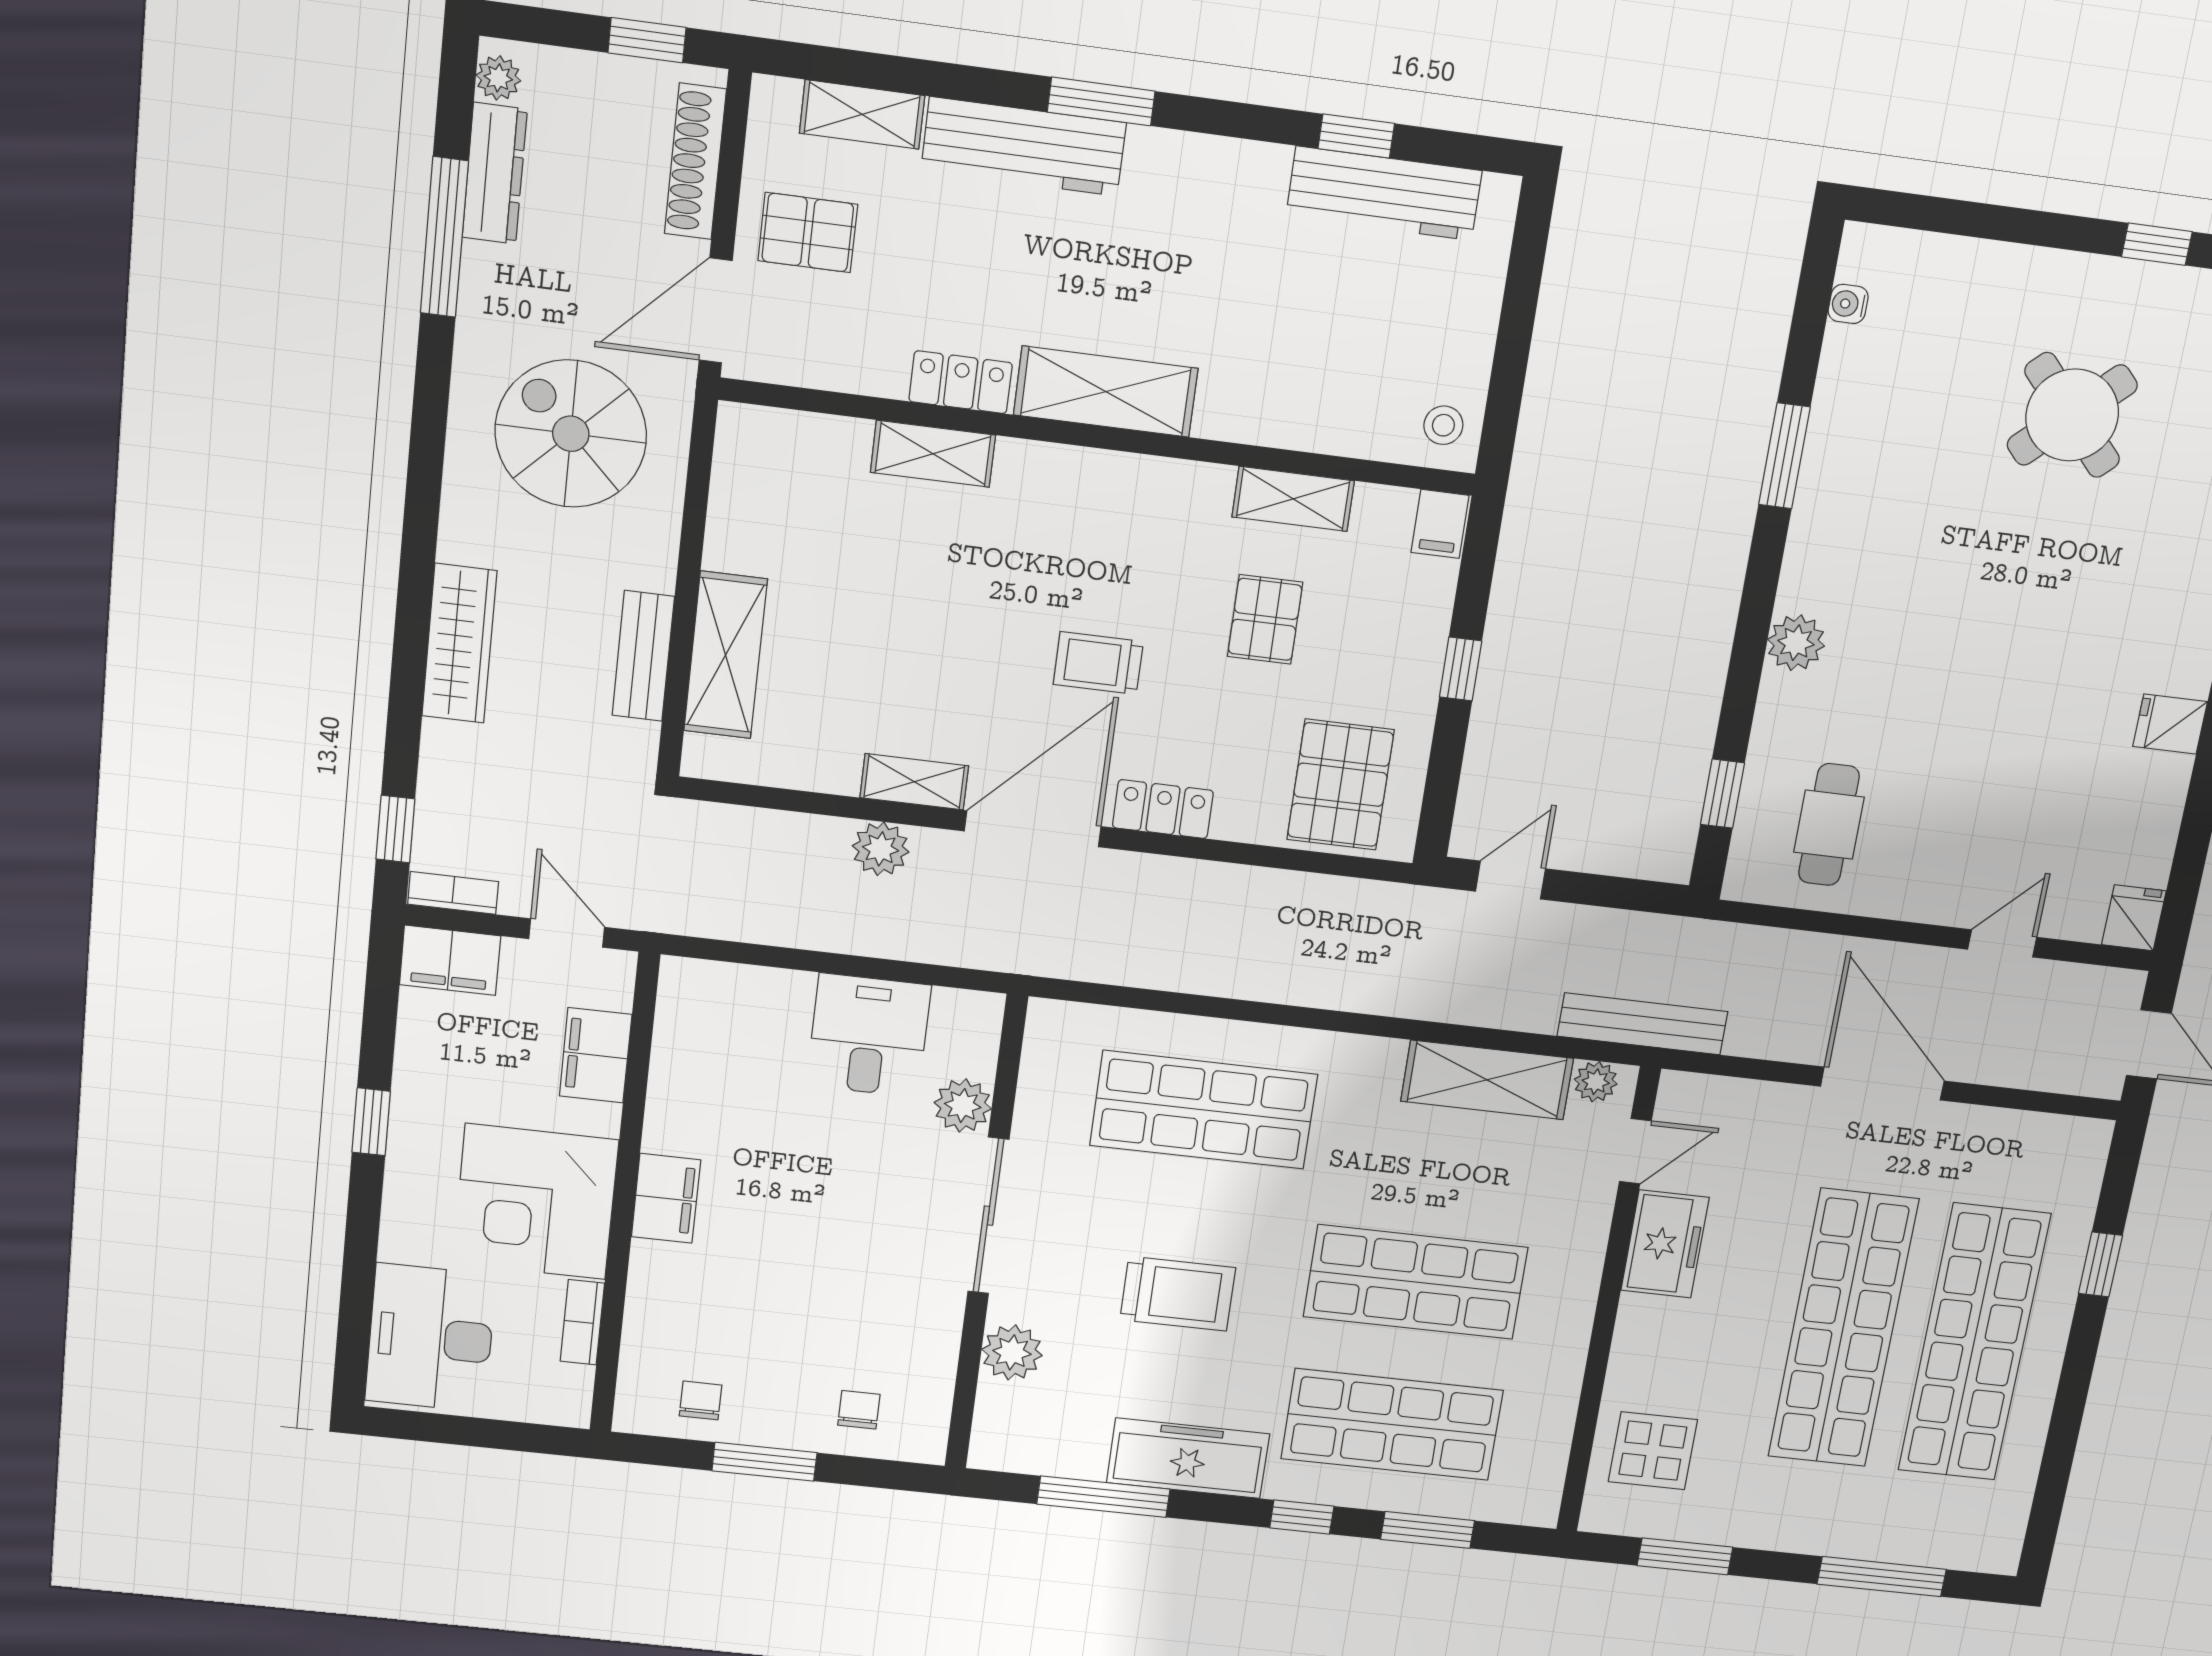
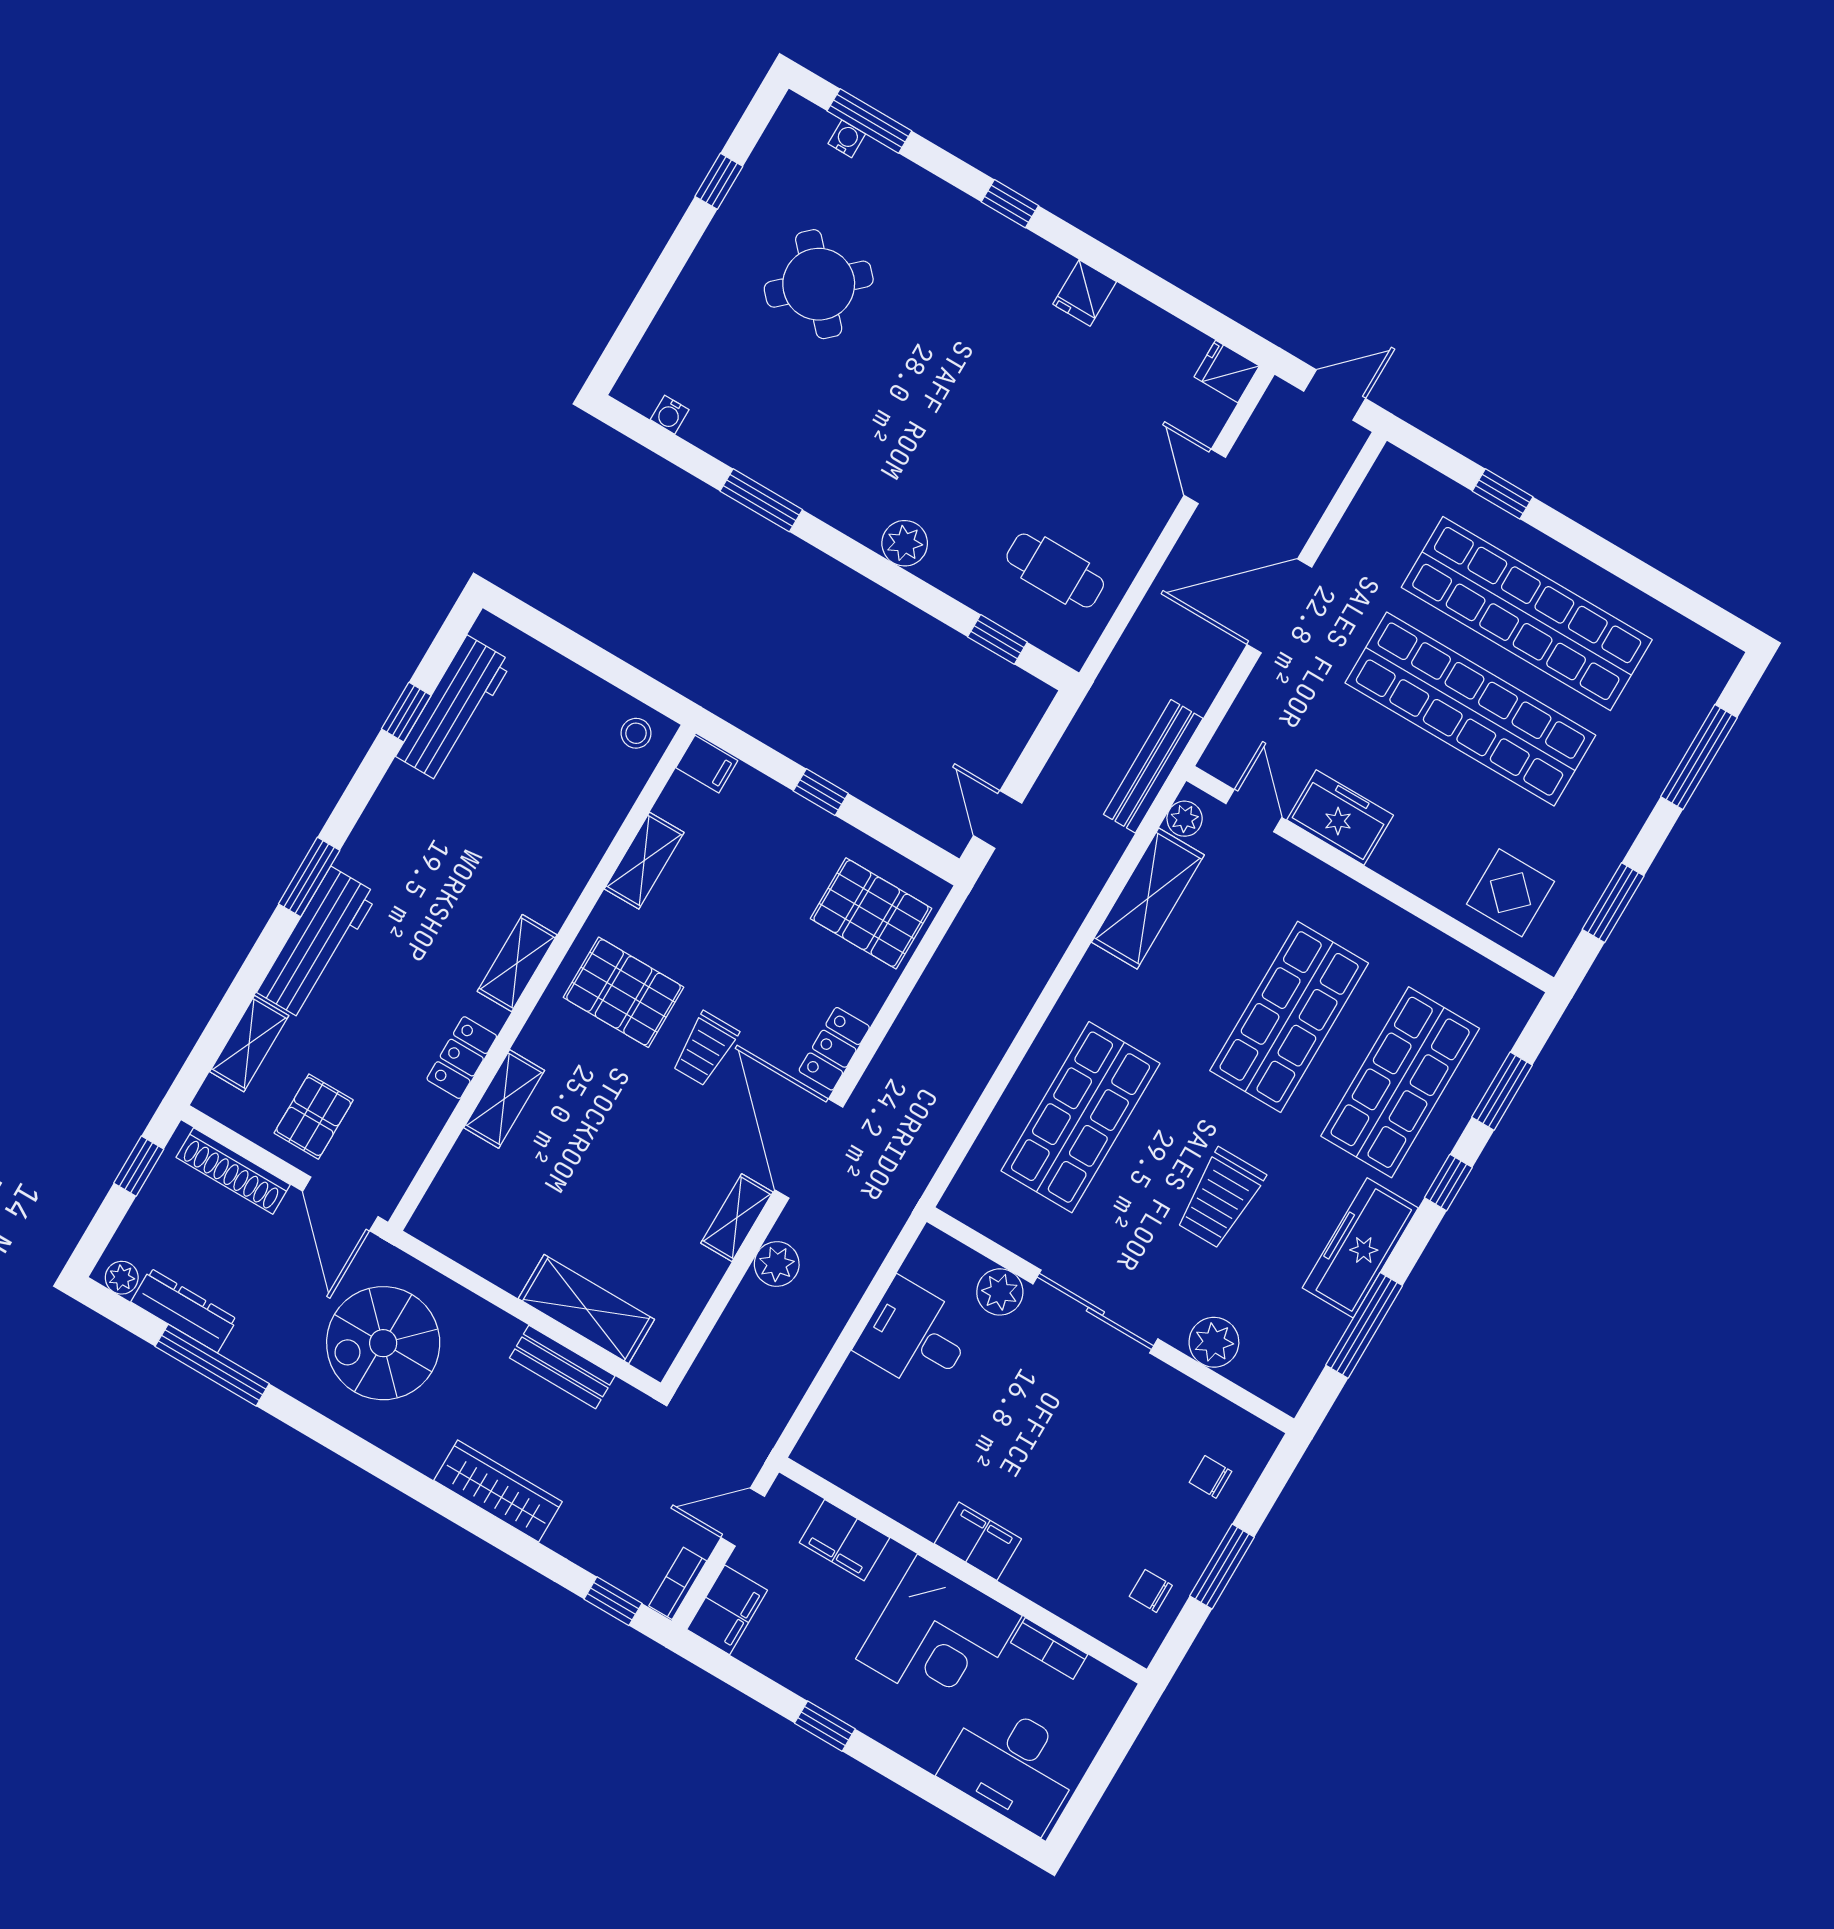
shelving: (1106, 392) -> (517, 963), width x0.67, depth x0.75
pallet: (1265, 619) -> (624, 992), moved, width x1.50, depth x1.42
trolley: (1178, 1294) -> (1220, 1198), turned 180

